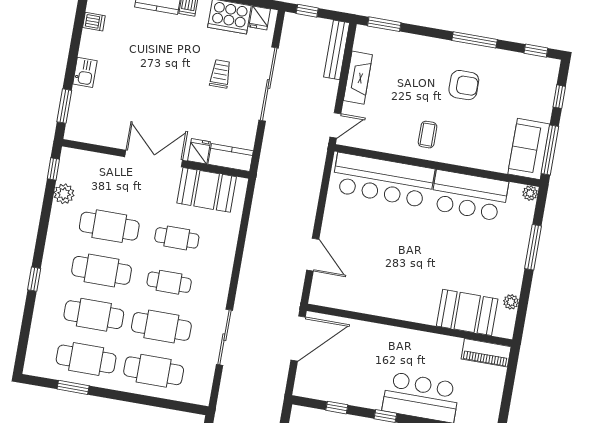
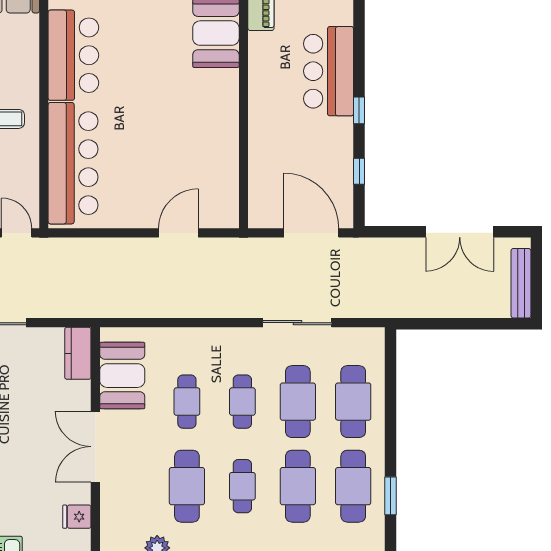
fridge: (199, 151) -> (77, 517), moved
cafe table: (102, 270) -> (242, 486), width x0.73, depth x0.74
door: (298, 339) -> (311, 233), moved

